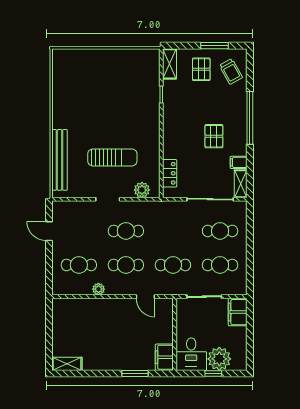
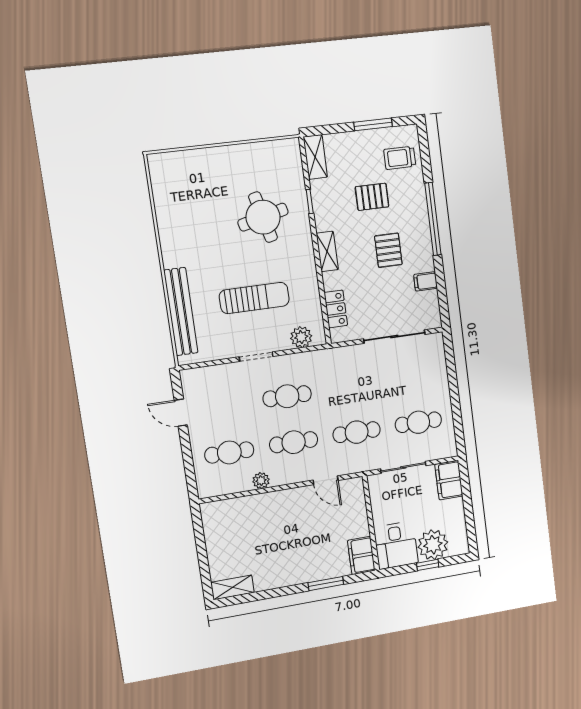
pallet: (201, 69) -> (372, 197), moved, turned 90
trolley: (231, 71) -> (400, 158), turned 119
round table: (127, 101) -> (263, 217), added
shelving: (241, 184) -> (327, 252), moved
cafe table: (220, 231) -> (413, 377), removed

